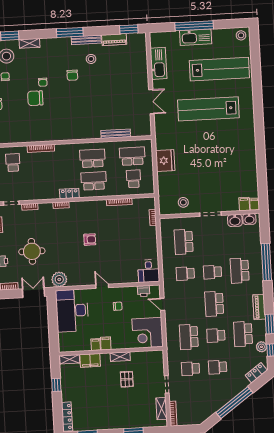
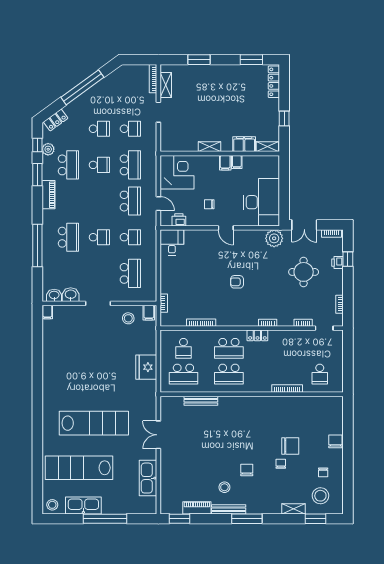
kitchen sink: (196, 37) -> (83, 505), moved
filing cabinet: (244, 204) -> (149, 313), moved
school desk: (214, 304) -> (130, 201), moved
pallet: (127, 379) -> (203, 121), removed

